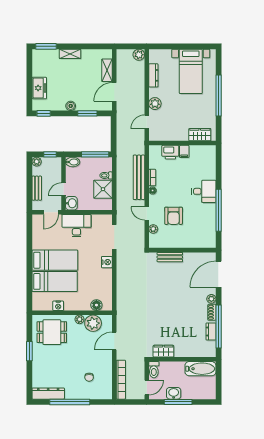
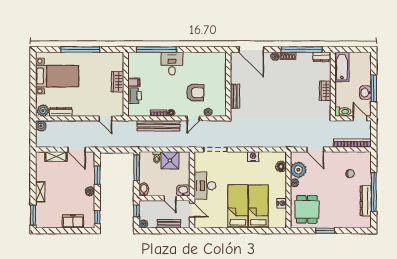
plant: (155, 104) -> (43, 111), moved
wardrobe: (200, 135) -> (118, 82), moved
window: (219, 210) -> (156, 50), moved
nightstand: (107, 262) -> (253, 157), moved
dresser: (211, 332) -> (321, 57), moved
wardrobe: (163, 351) -> (325, 91), moved
dresser: (48, 394) -> (366, 201), moved

